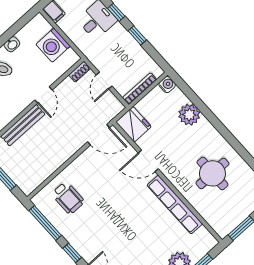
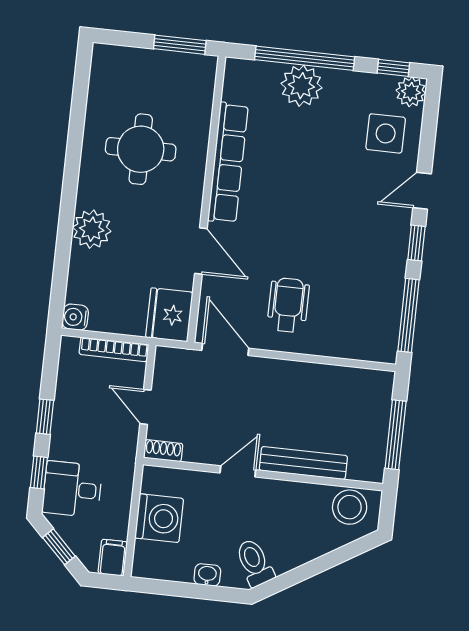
door: (104, 81) -> (146, 407), swing flipped
plant: (189, 115) -> (92, 229), moved
wheelchair: (68, 198) -> (288, 305), moved

